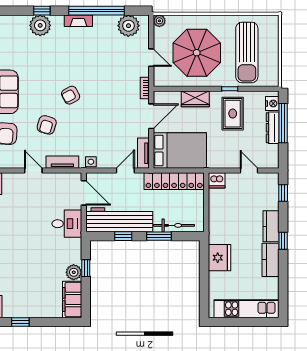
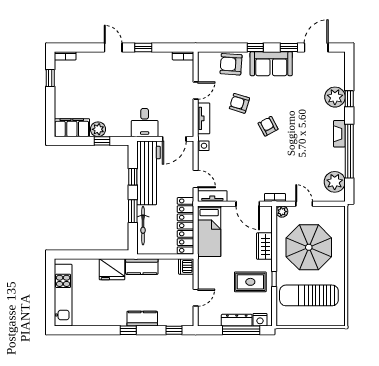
plant: (159, 21) -> (282, 212), moved
door: (151, 58) -> (304, 204), swing flipped
bed: (180, 151) -> (209, 231), width x0.67
kitchen counter: (270, 260) -> (142, 267), moved, turned 180

